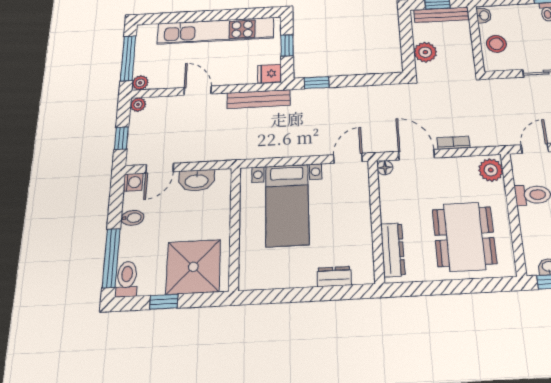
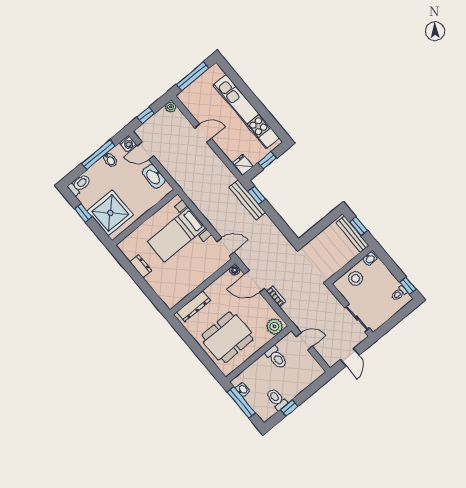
plant: (425, 52) -> (321, 242), removed
plant: (140, 83) -> (184, 97), removed
door: (198, 91) -> (203, 133), hinge flipped
bench: (259, 99) -> (247, 200), moved
door: (417, 155) -> (254, 282), swing flipped
window: (111, 258) -> (99, 155), moved
dresser: (334, 277) -> (141, 266), moved

